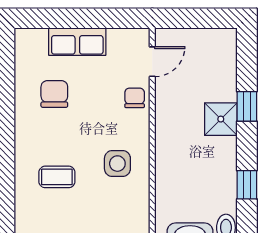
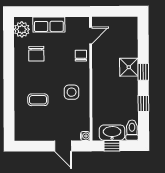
plant: (28, 50) -> (22, 29), added
chair: (54, 94) -> (36, 54), turned 180
window: (247, 106) -> (143, 72), moved

